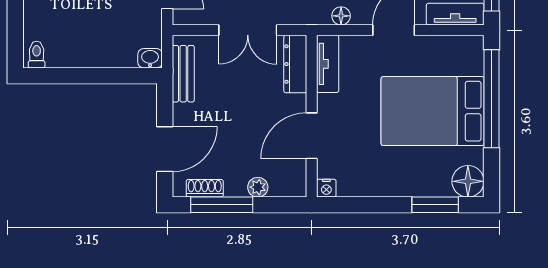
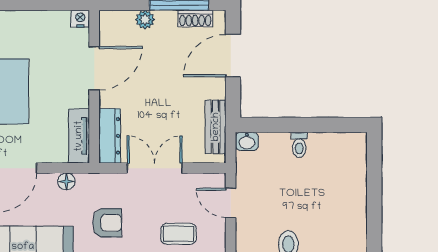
toilet: (37, 55) -> (299, 145), moved

